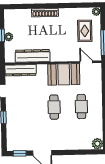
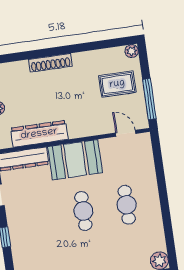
rug: (85, 31) -> (117, 84), turned 90
booth: (64, 74) -> (75, 160), moved

